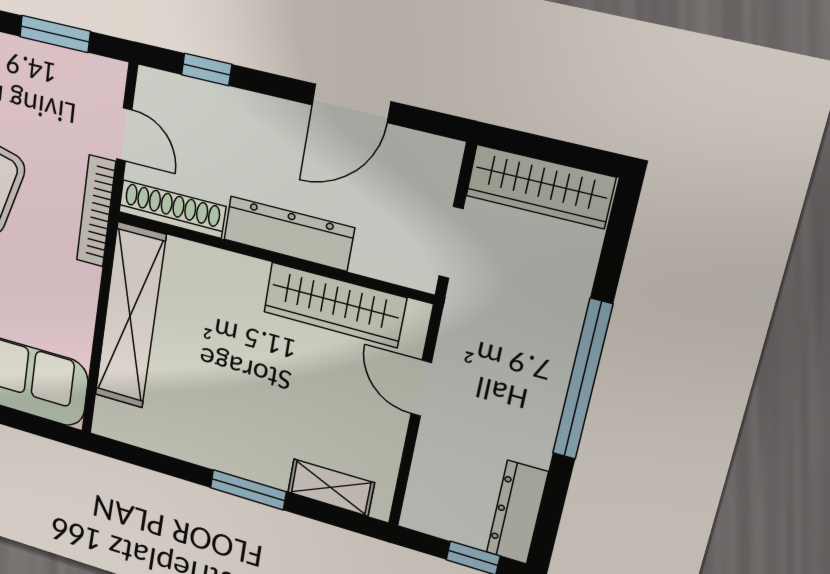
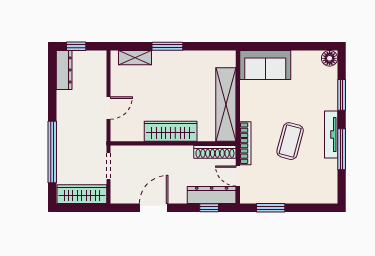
dresser: (289, 234) -> (212, 195), moved, turned 180
wardrobe: (334, 305) -> (171, 131), moved
window: (583, 380) -> (52, 152), moved
door: (421, 388) -> (108, 108), hinge flipped

